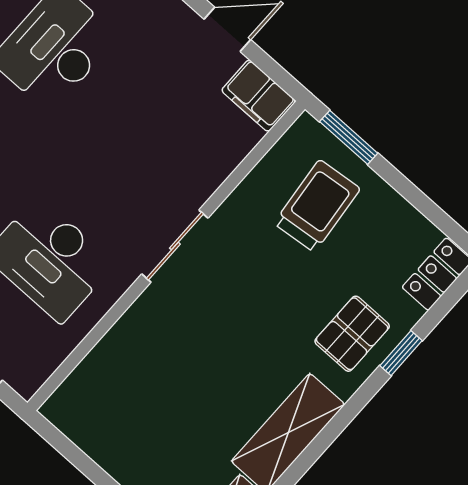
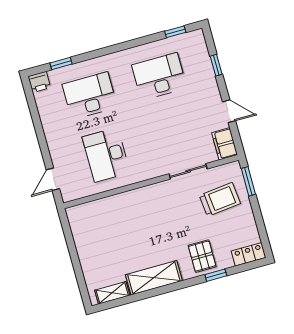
sliding door: (175, 246) -> (188, 171), moved
pallet: (352, 334) -> (202, 256), turned 90

